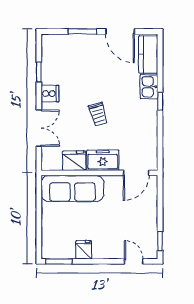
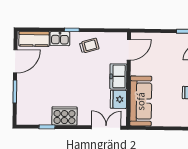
cooker: (50, 94) -> (64, 116), width x1.87, depth x1.31
trolley: (98, 114) -> (89, 46), moved
double door: (39, 128) -> (106, 128), moved
door: (136, 173) -> (129, 50), hinge flipped

